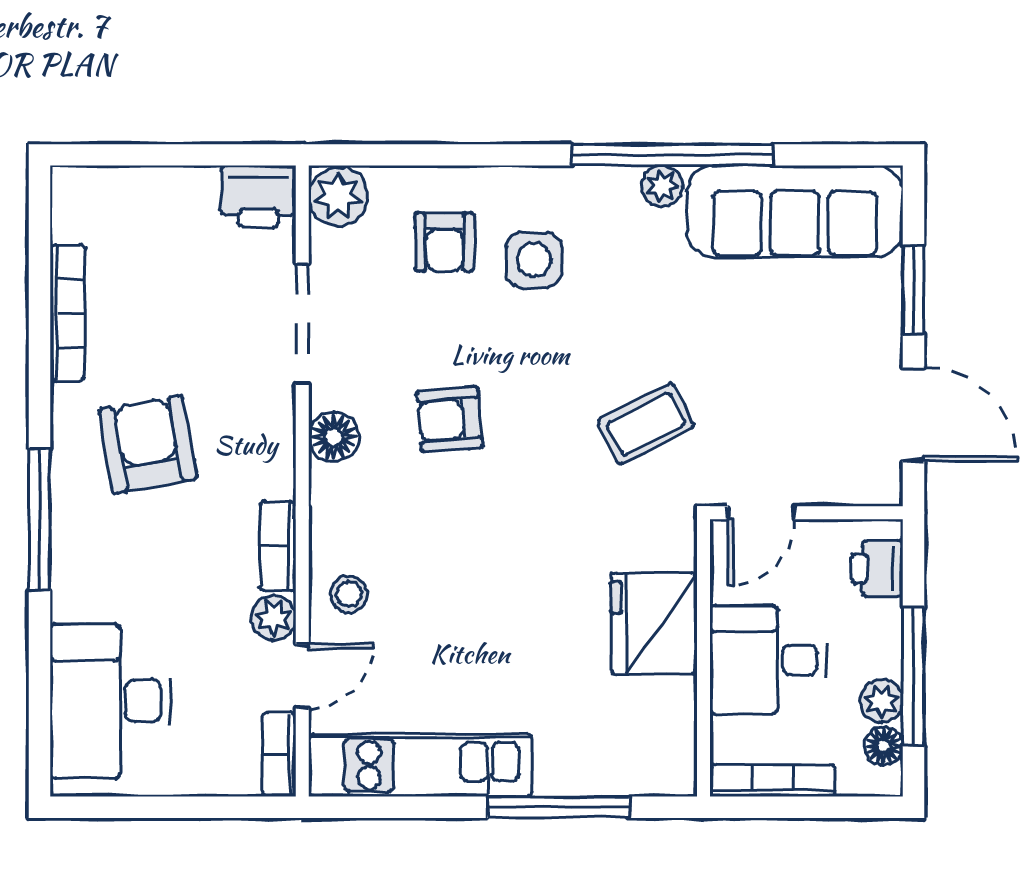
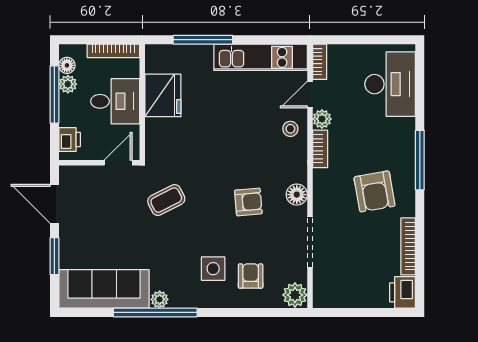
printer: (259, 196) -> (402, 292), moved, turned -90
fridge: (654, 624) -> (163, 95), moved

